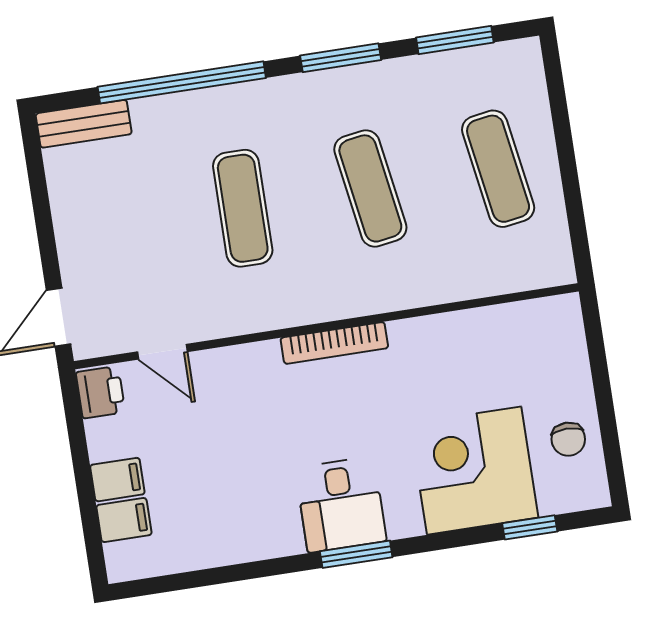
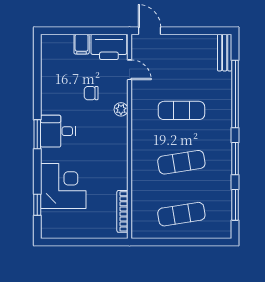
bookcase: (334, 343) -> (122, 211), moved
door: (162, 352) -> (129, 70), swing flipped
plant: (263, 358) -> (121, 109), added
printer: (100, 392) -> (109, 47), width x1.87, depth x1.48
chair: (568, 439) -> (91, 93), moved
filing cabinet: (124, 520) -> (65, 44), removed

